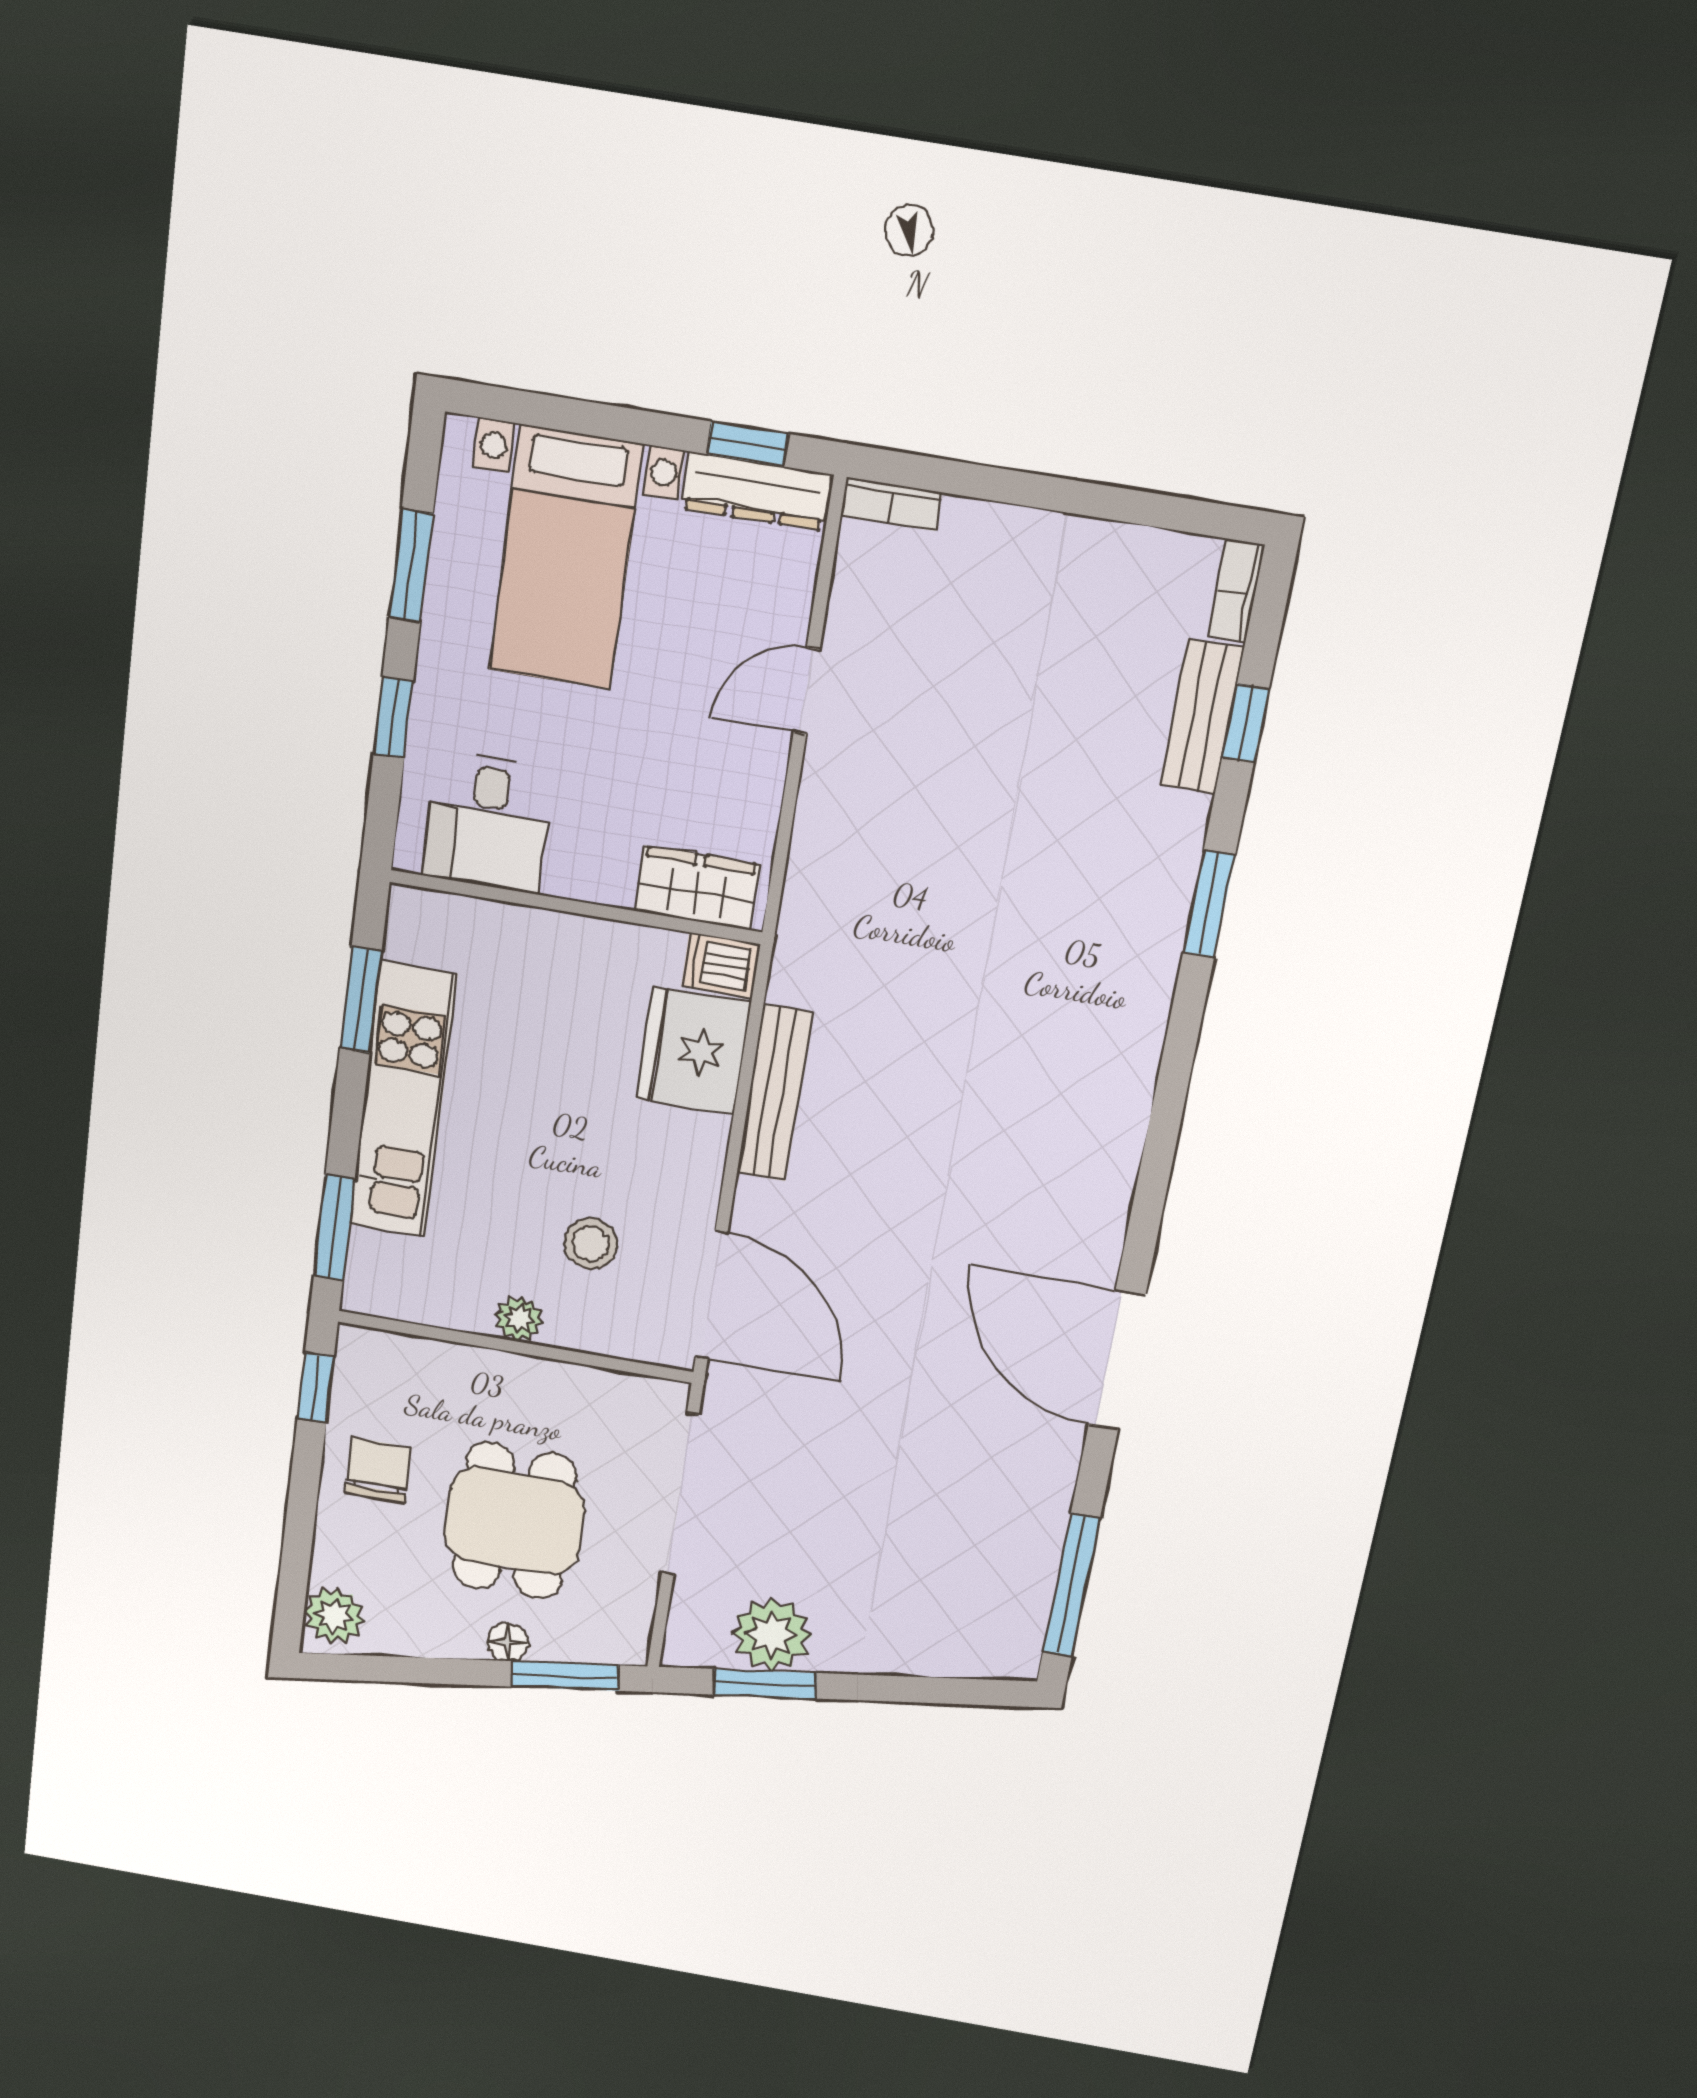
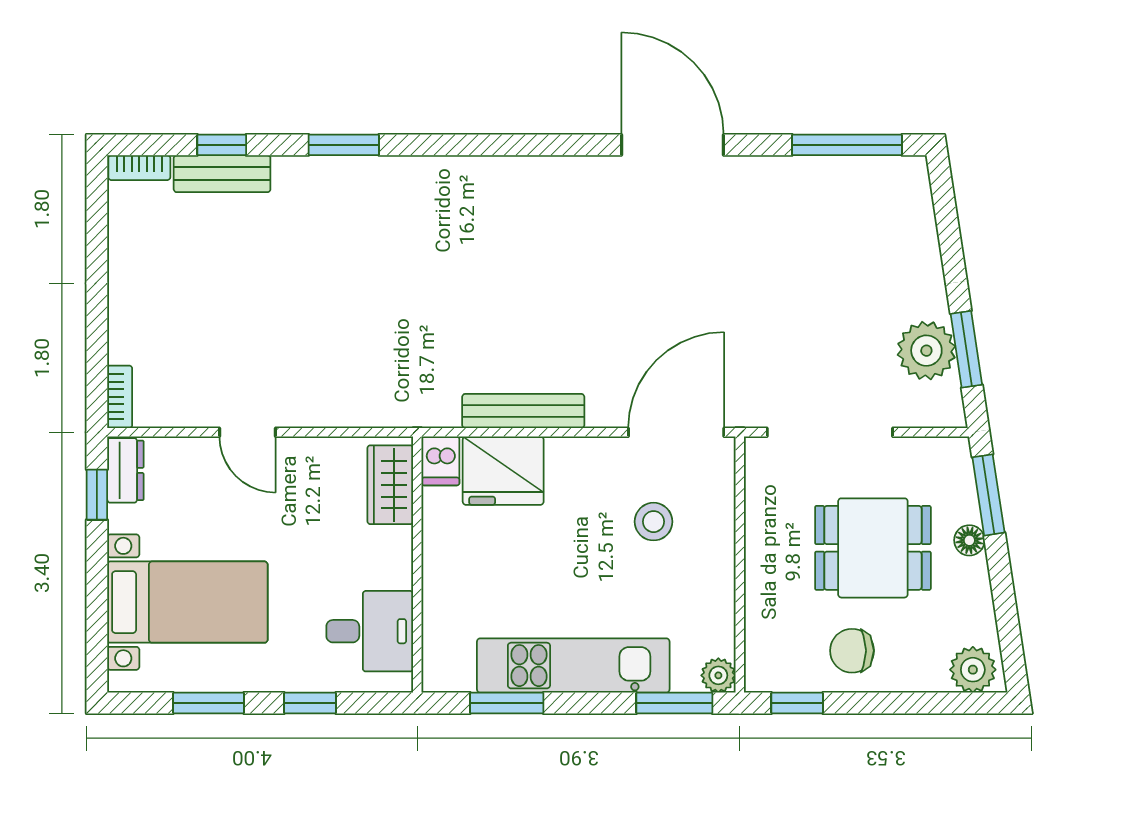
dresser: (756, 491) -> (125, 470), width x0.70
plant: (519, 1319) -> (718, 675), moved
door: (1117, 1360) -> (672, 145), swing flipped

